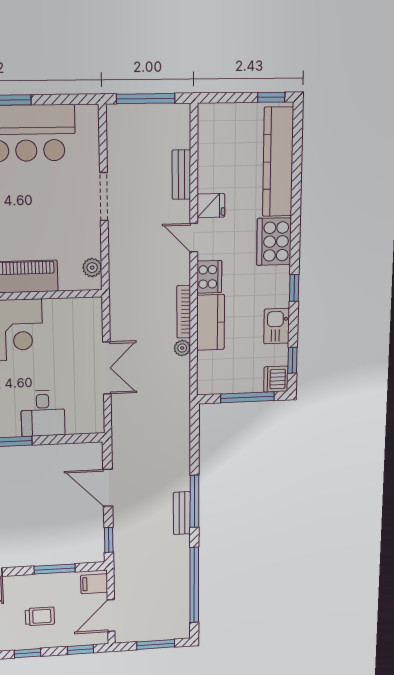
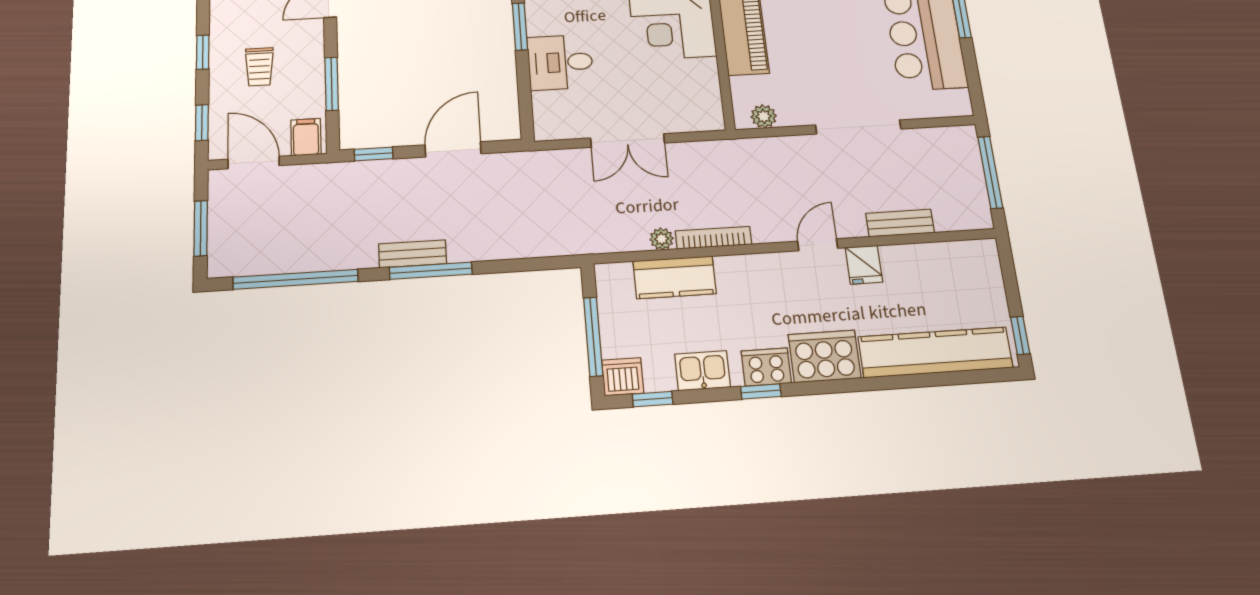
doorway: (104, 197) -> (858, 127), width x1.36
cooker: (209, 277) -> (766, 367), moved, turned 180
kitchen counter: (211, 322) -> (675, 277), moved

